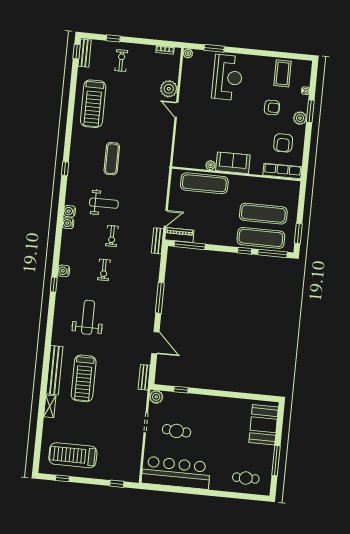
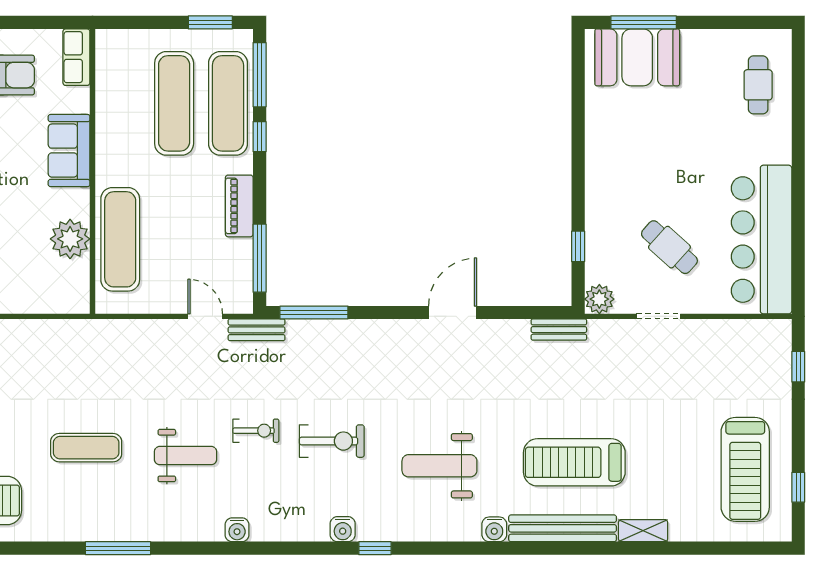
sofa: (233, 163) -> (69, 151), moved
plant: (211, 165) -> (70, 239), width x1.88, depth x1.88
window: (65, 169) -> (118, 548), width x2.17
row of seats: (282, 171) -> (76, 57), width x0.68
weight bench: (104, 203) -> (186, 456), turned 90
water cooler: (69, 211) -> (494, 529), moved
piano: (179, 235) -> (239, 206), moved
exercise bike: (104, 270) -> (332, 441), width x1.38, depth x1.39
window: (160, 298) -> (314, 312), moved
door: (155, 343) -> (453, 312), moved
treadmill: (84, 378) -> (574, 462), turned 180
cafe table: (177, 431) -> (669, 247), turned -52
window: (276, 461) -> (644, 22), moved

